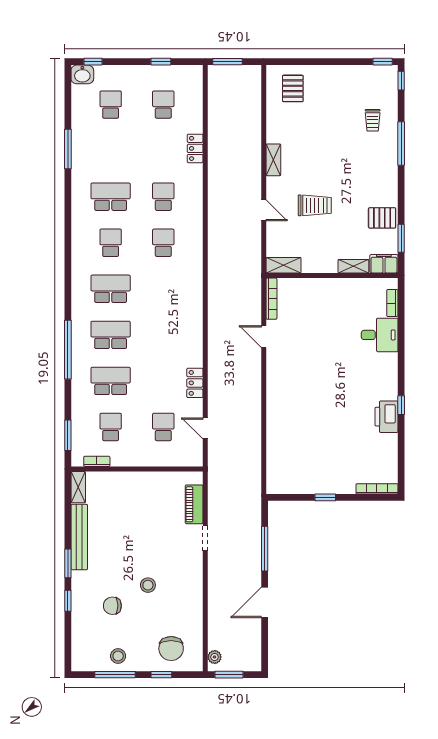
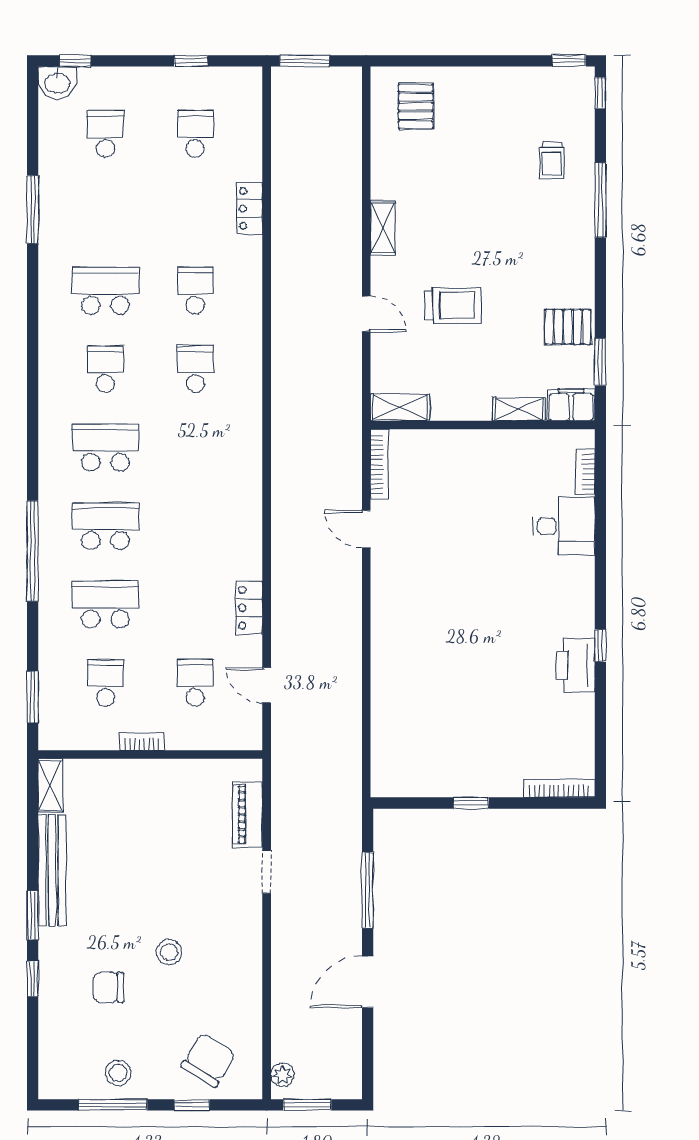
bookcase: (97, 461) -> (142, 742), moved
chair: (171, 649) -> (209, 1060), turned -148

